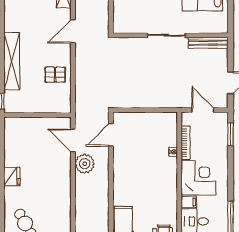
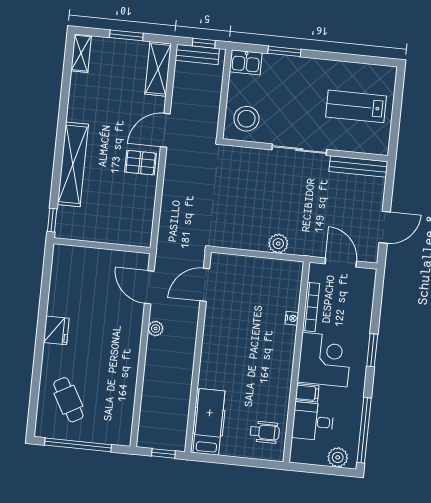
stool: (128, 18) -> (246, 119), added
pallet: (55, 75) -> (141, 163), moved
plant: (158, 101) -> (278, 244), added
window: (231, 134) -> (372, 350), moved
plant: (85, 164) -> (156, 328), width x0.53, depth x0.53

